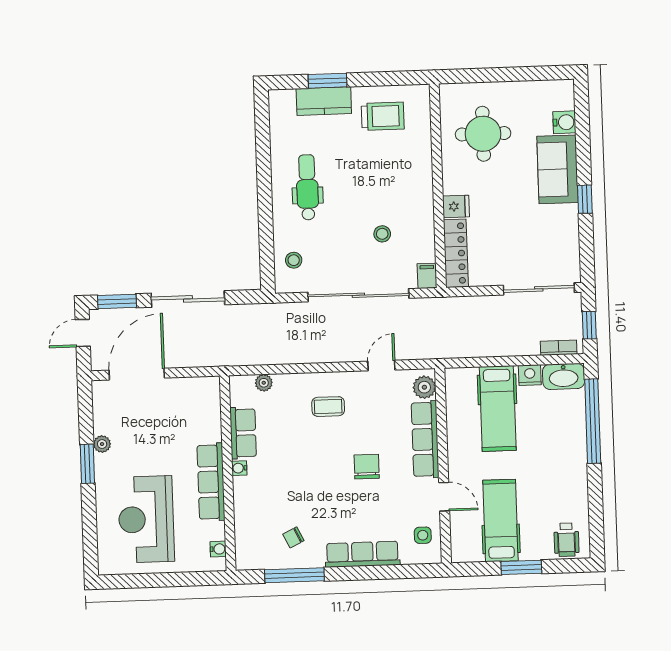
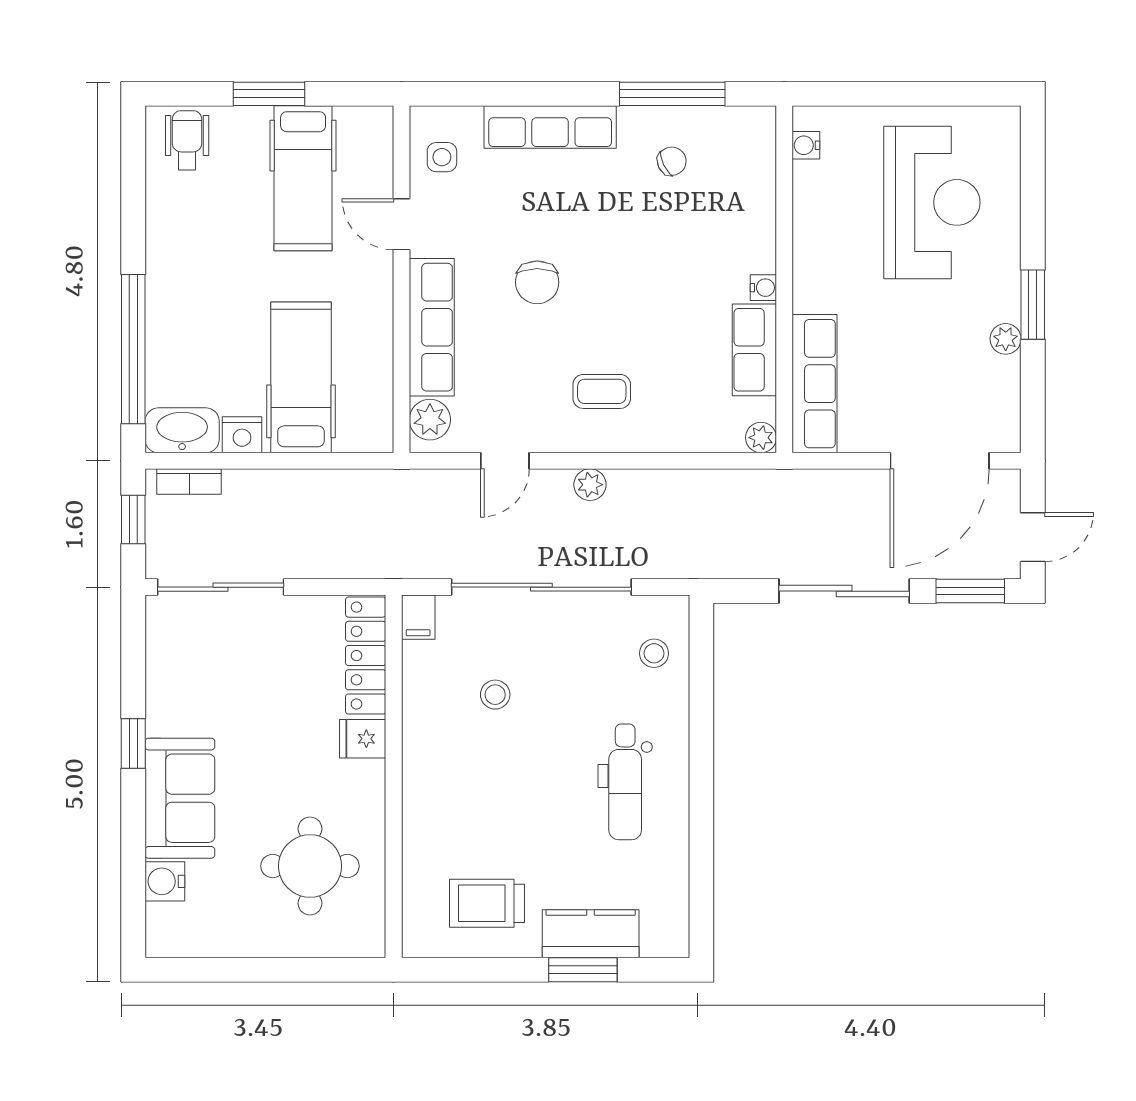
plant: (333, 354) -> (590, 485), added
plant: (264, 383) -> (761, 438), moved
row of seats: (211, 482) -> (815, 384), moved

